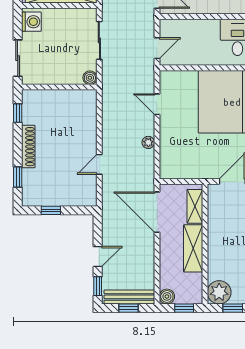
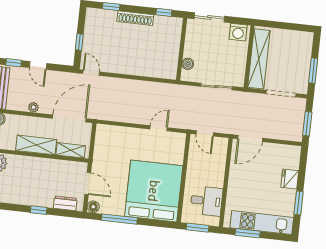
boiler: (90, 78) -> (188, 64), moved
plant: (148, 142) -> (33, 107), moved
door: (99, 164) -> (91, 73), moved
window: (51, 210) -> (79, 42), moved

